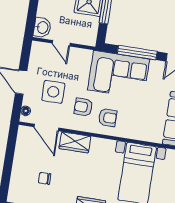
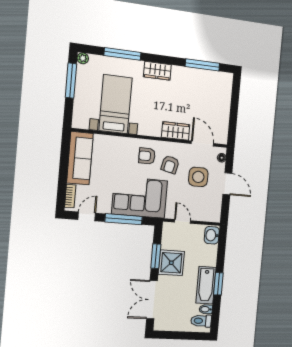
door: (61, 43) -> (182, 221), moved
armchair: (83, 107) -> (170, 165), turned 103
chair: (45, 178) -> (201, 96), removed

